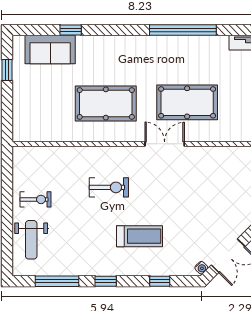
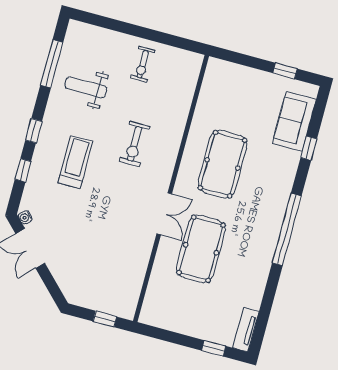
window: (183, 30) -> (287, 229), moved
treadmill: (140, 236) -> (75, 162), turned 180
weight bench: (31, 240) -> (86, 87), moved
window: (106, 281) -> (34, 131), moved

